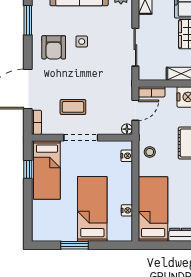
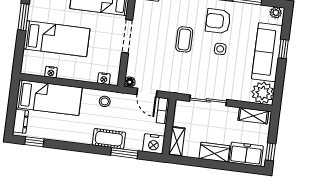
coffee table: (73, 107) -> (184, 39), moved

